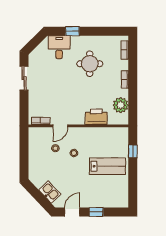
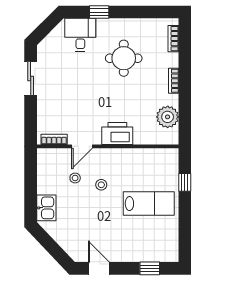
printer: (96, 117) -> (117, 133), moved
kitchen sink: (50, 192) -> (46, 208), moved, turned 43
door: (72, 212) -> (99, 268), hinge flipped
window: (96, 212) -> (150, 268), moved

